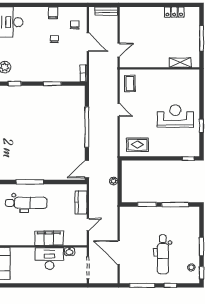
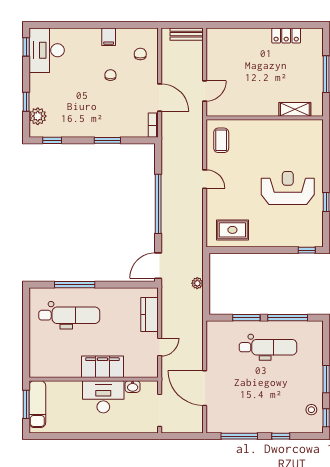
door: (88, 42) -> (160, 98), moved
dental chair: (163, 254) -> (268, 347), moved, turned -90

